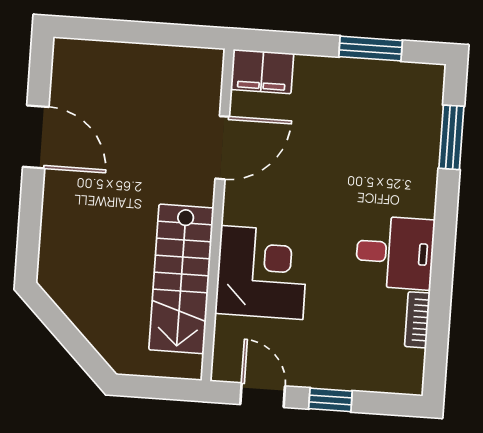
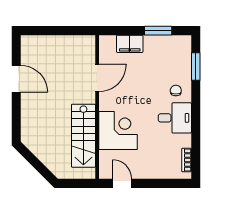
filing cabinet: (262, 72) -> (130, 44), moved
chair: (402, 190) -> (176, 91), added
bookcase: (417, 320) -> (187, 160), moved
window: (330, 400) -> (151, 183), removed

